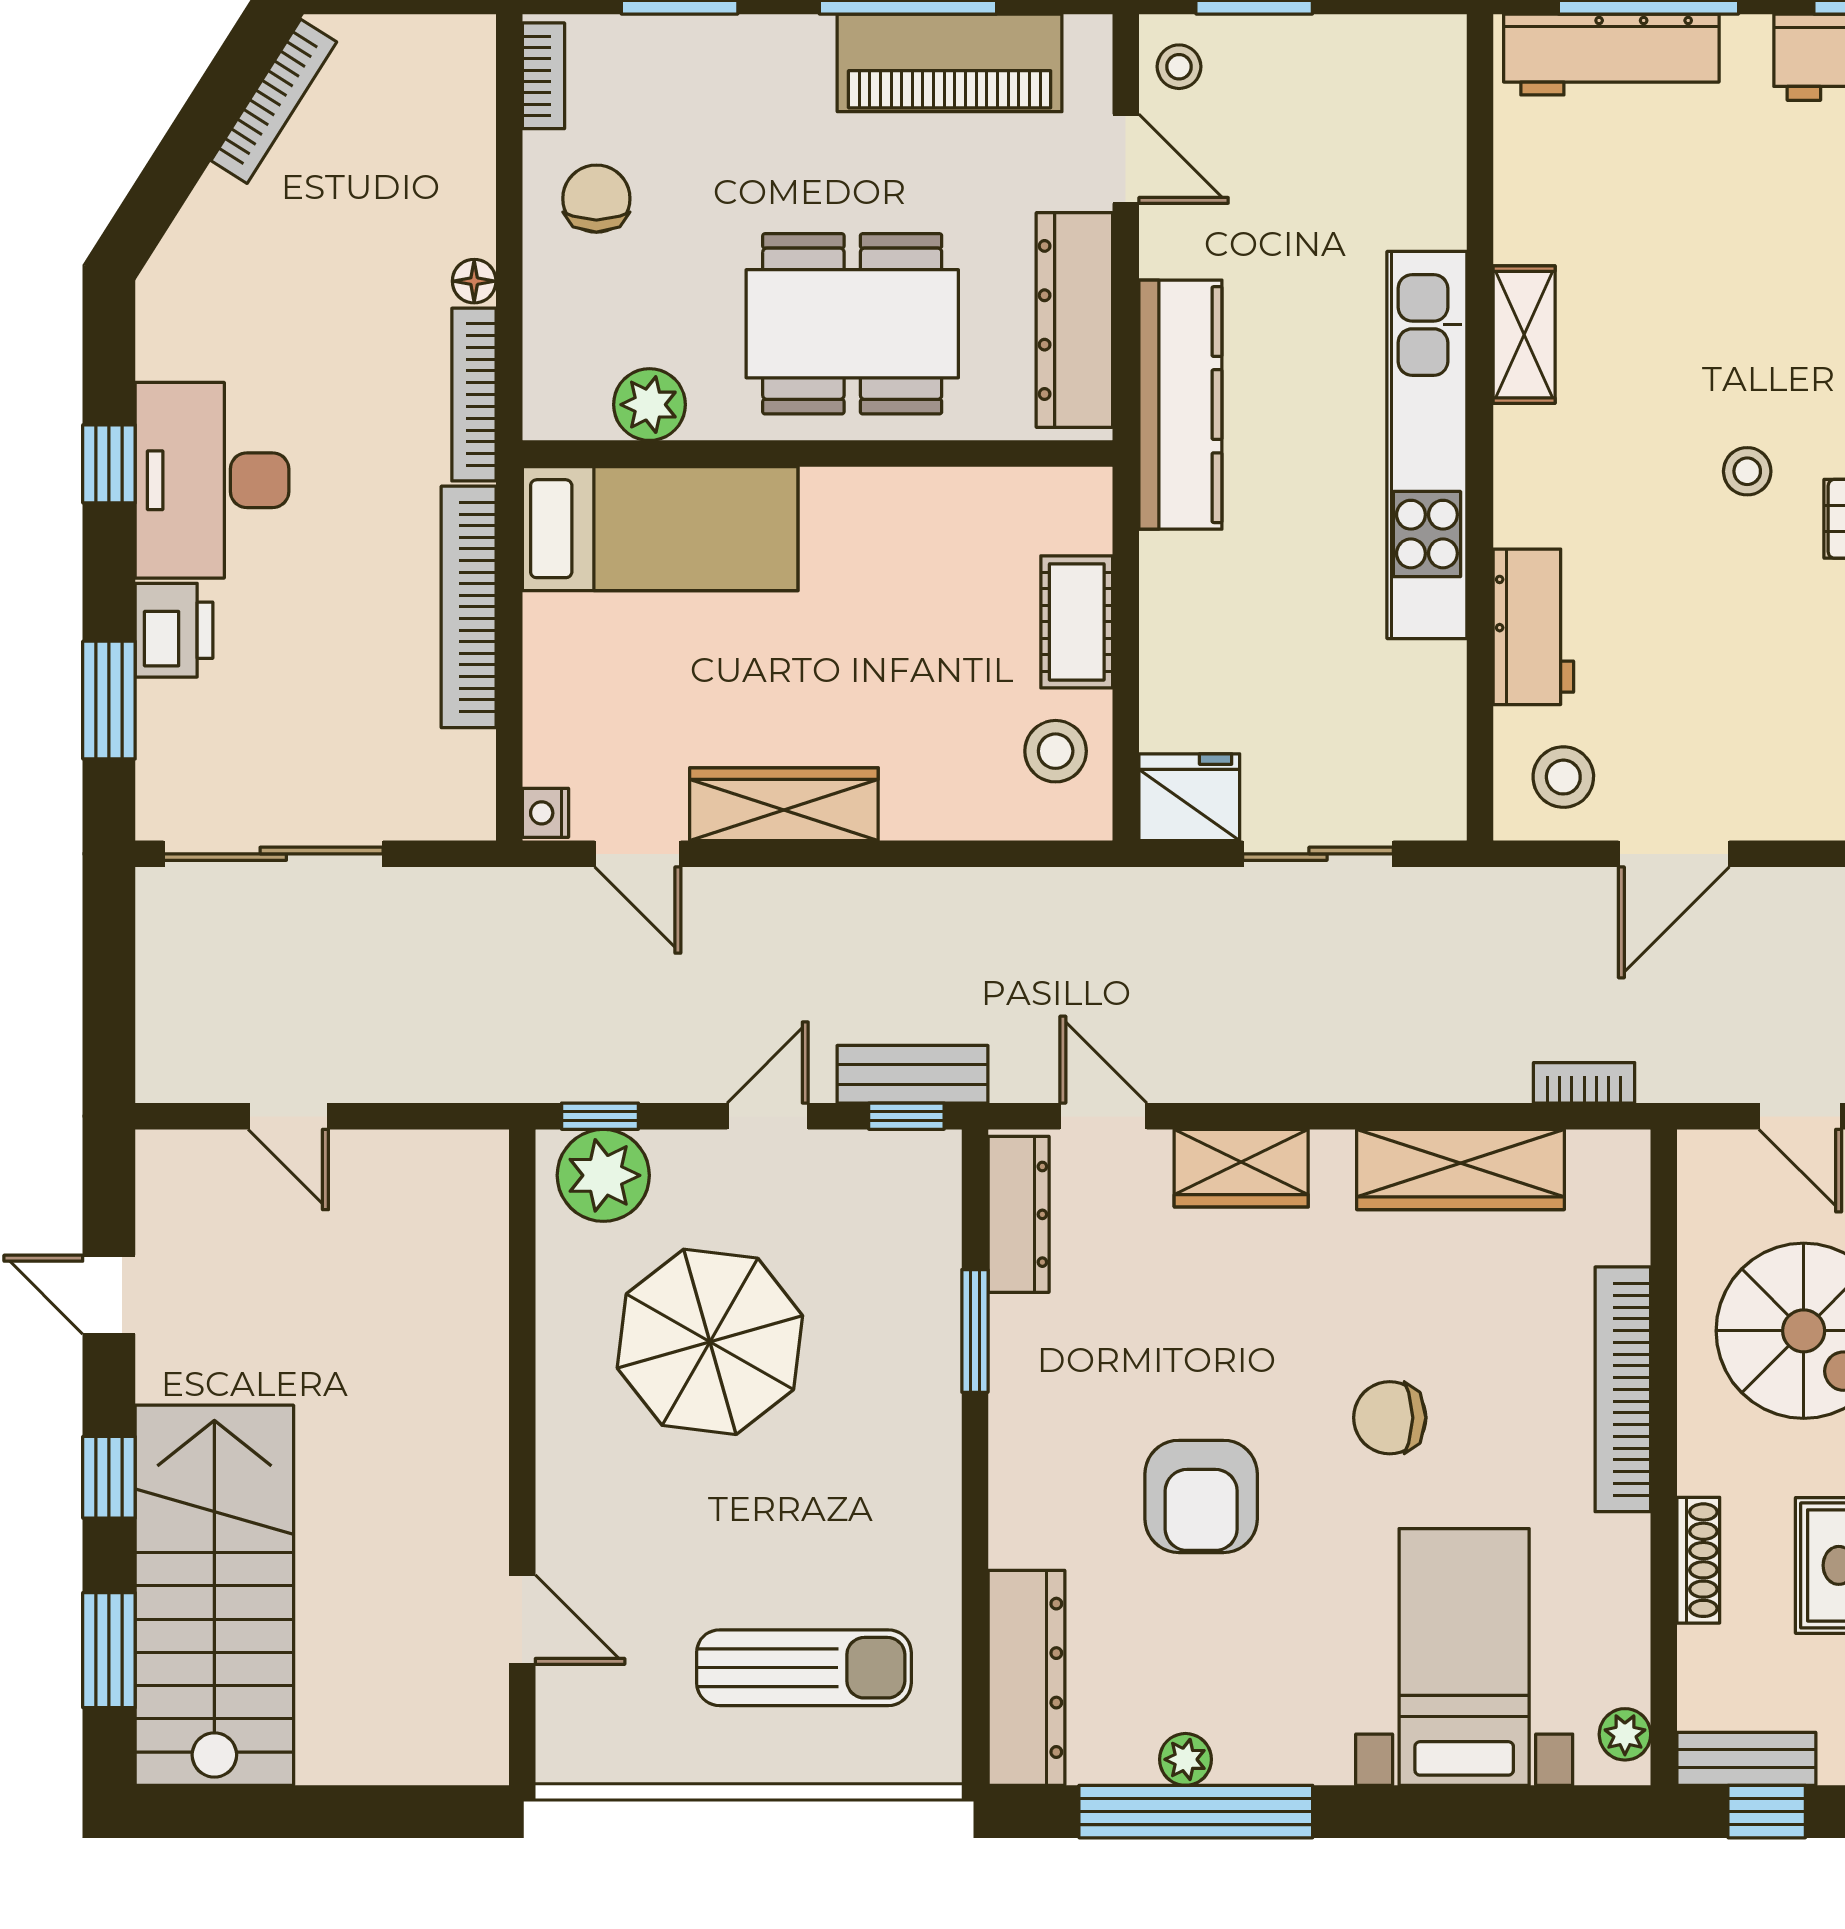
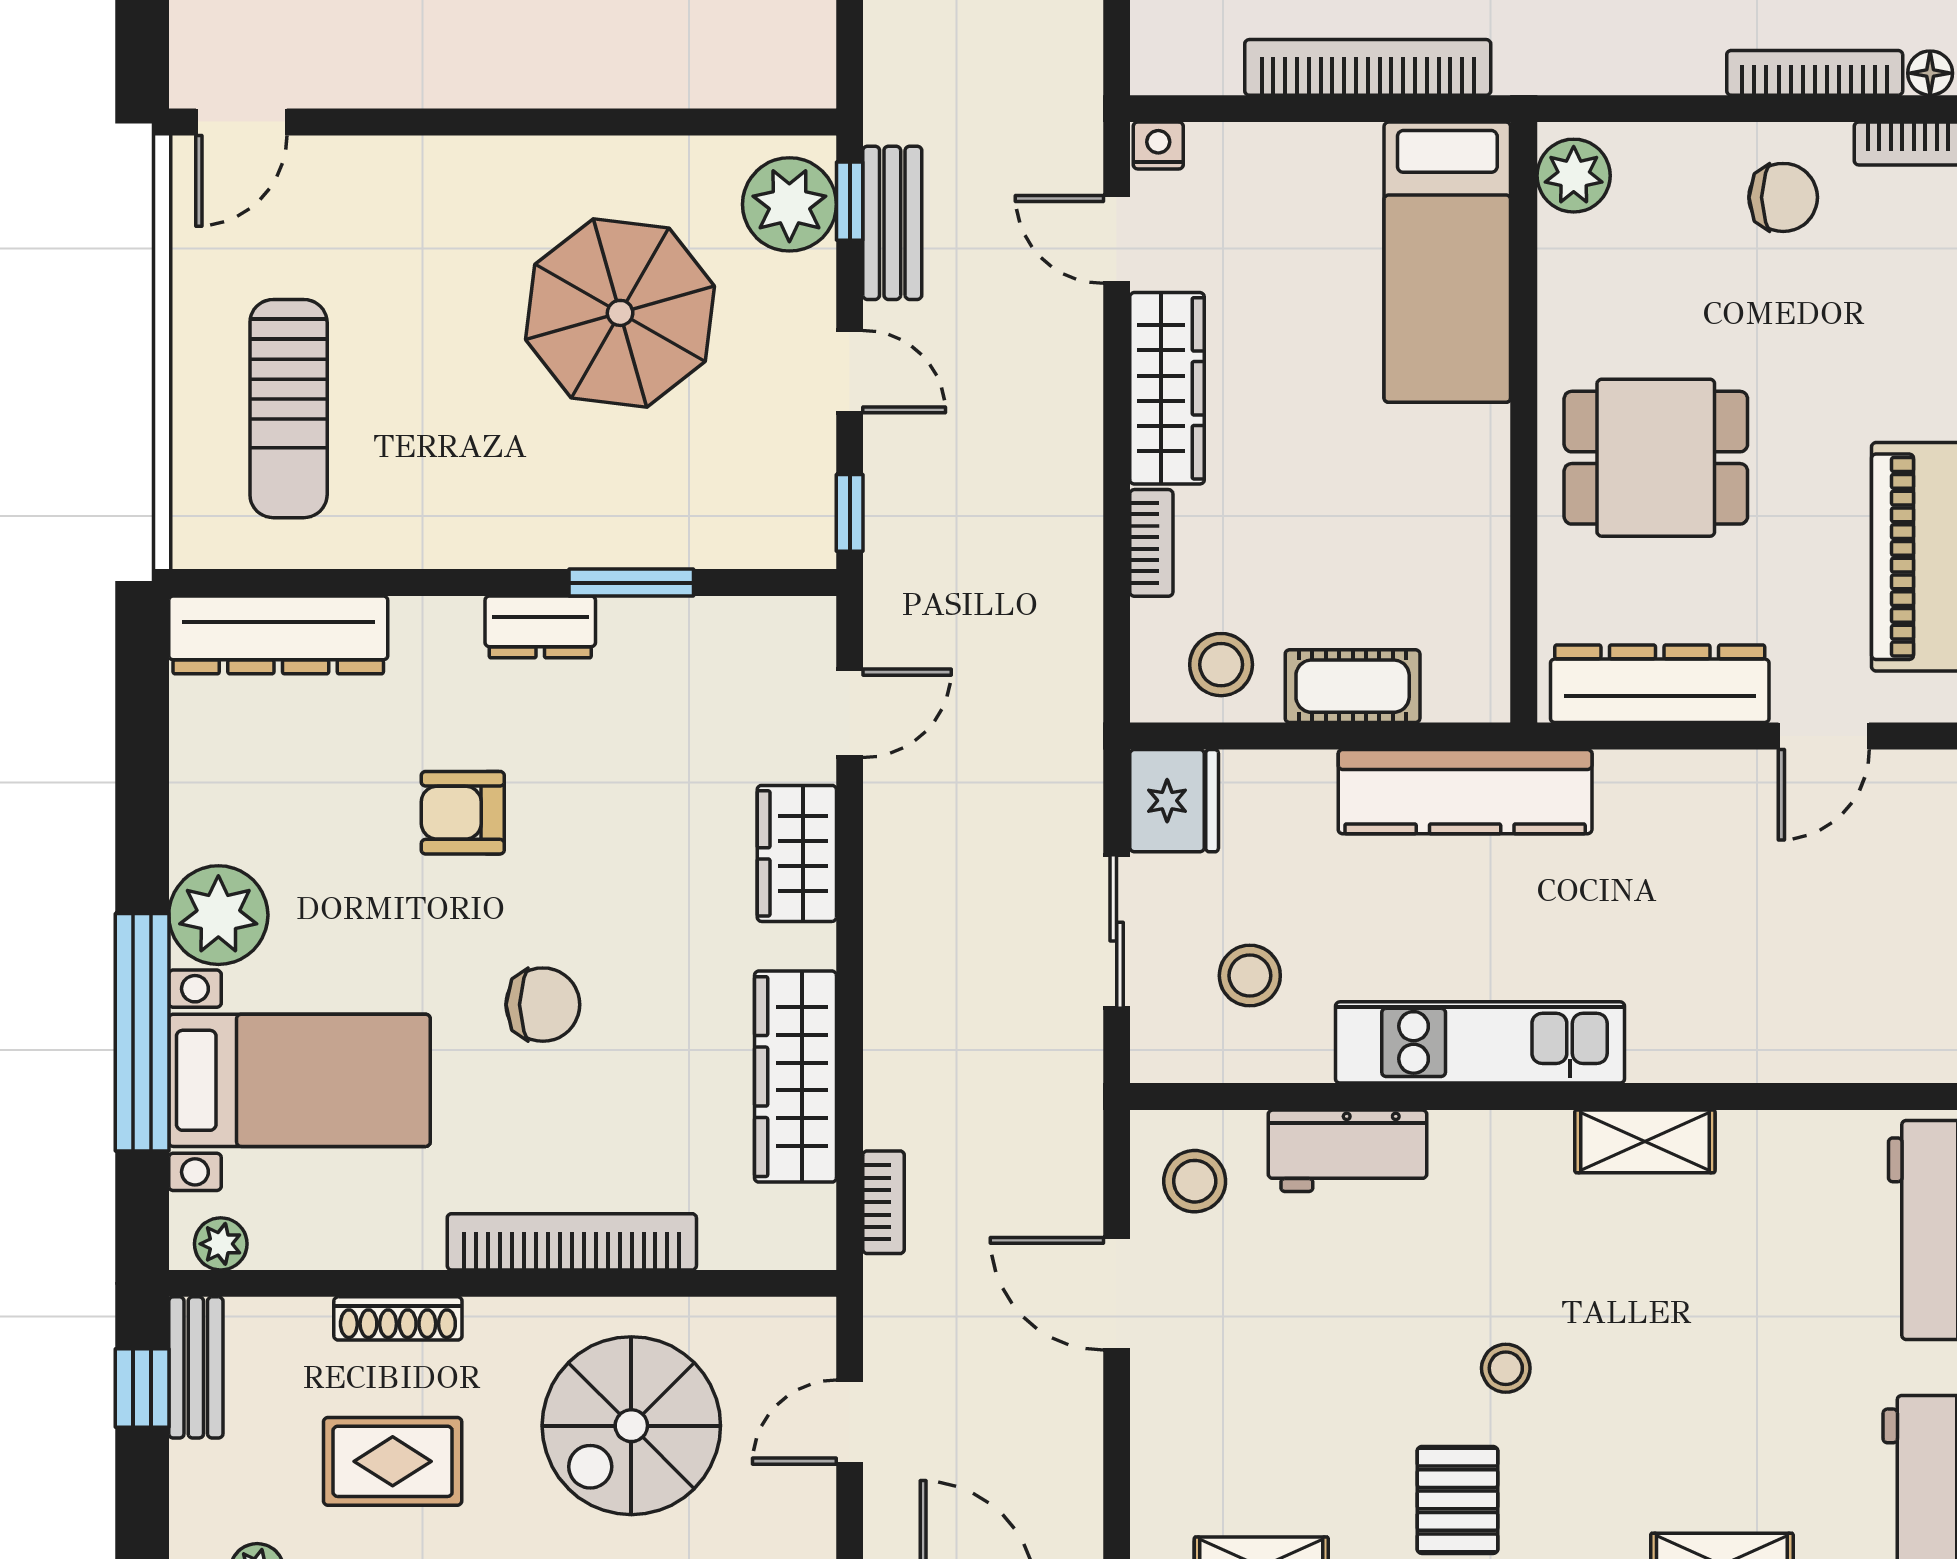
stool: (1179, 67) -> (1250, 976), moved, width x1.37, depth x1.37
floor lamp: (474, 281) -> (1930, 73), moved
dining table: (852, 324) -> (1656, 458), width x0.73
bookcase: (474, 395) -> (1815, 73), moved
plant: (649, 405) -> (1574, 176), moved
kitchen counter: (1180, 405) -> (1465, 792), moved
kitchen unit: (1427, 445) -> (1480, 1042), width x0.73
bookcase: (936, 820) -> (1151, 543), added
door: (638, 854) -> (1117, 239), hinge flipped
bench: (913, 1074) -> (892, 223), moved
dresser: (1019, 1214) -> (540, 627), moved, width x0.70
chair: (1390, 1418) -> (543, 1005), turned 90
armchair: (1201, 1496) -> (463, 813), width x0.72, depth x0.72
door: (522, 1620) -> (241, 122), moved
plant: (1185, 1759) -> (218, 915), moved, width x1.88, depth x1.88
window: (1196, 1812) -> (142, 1032), moved

